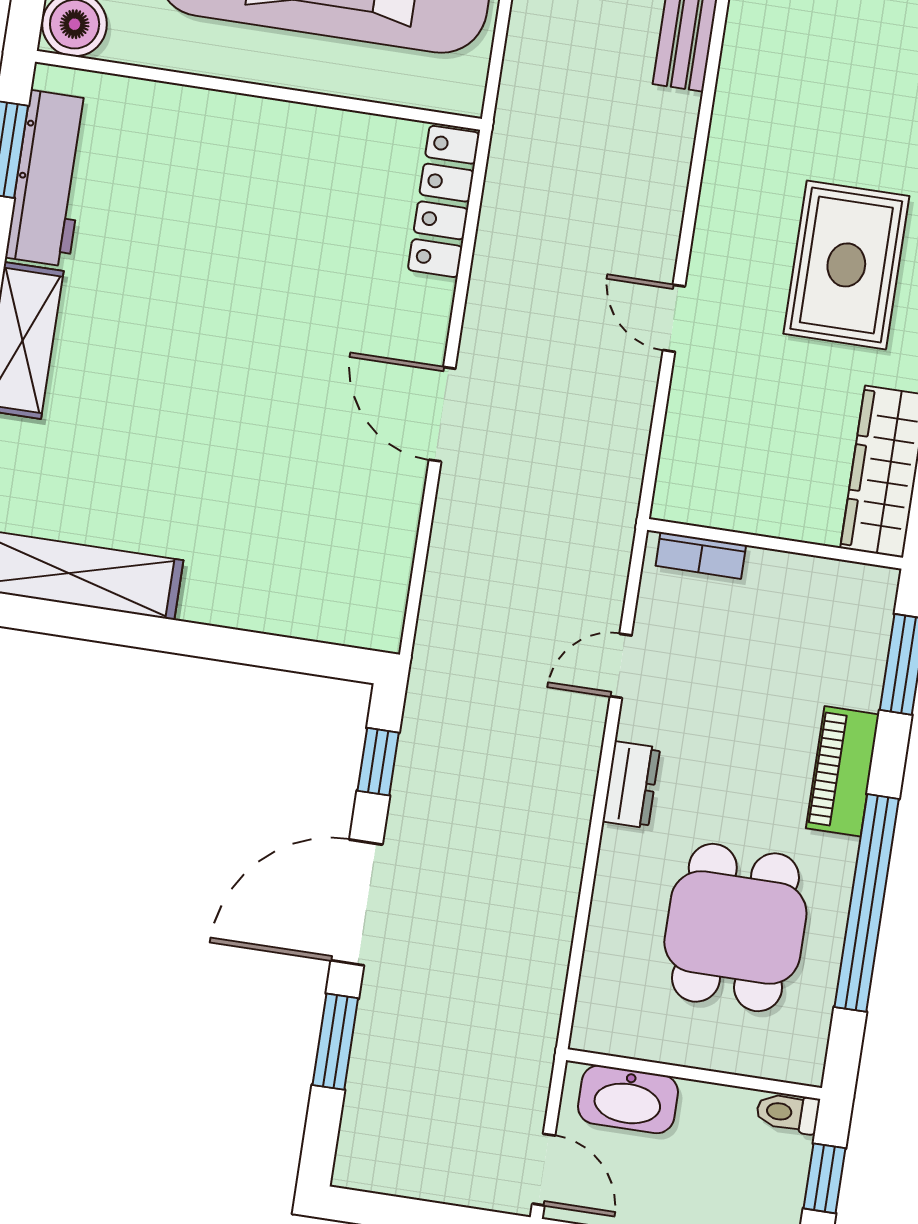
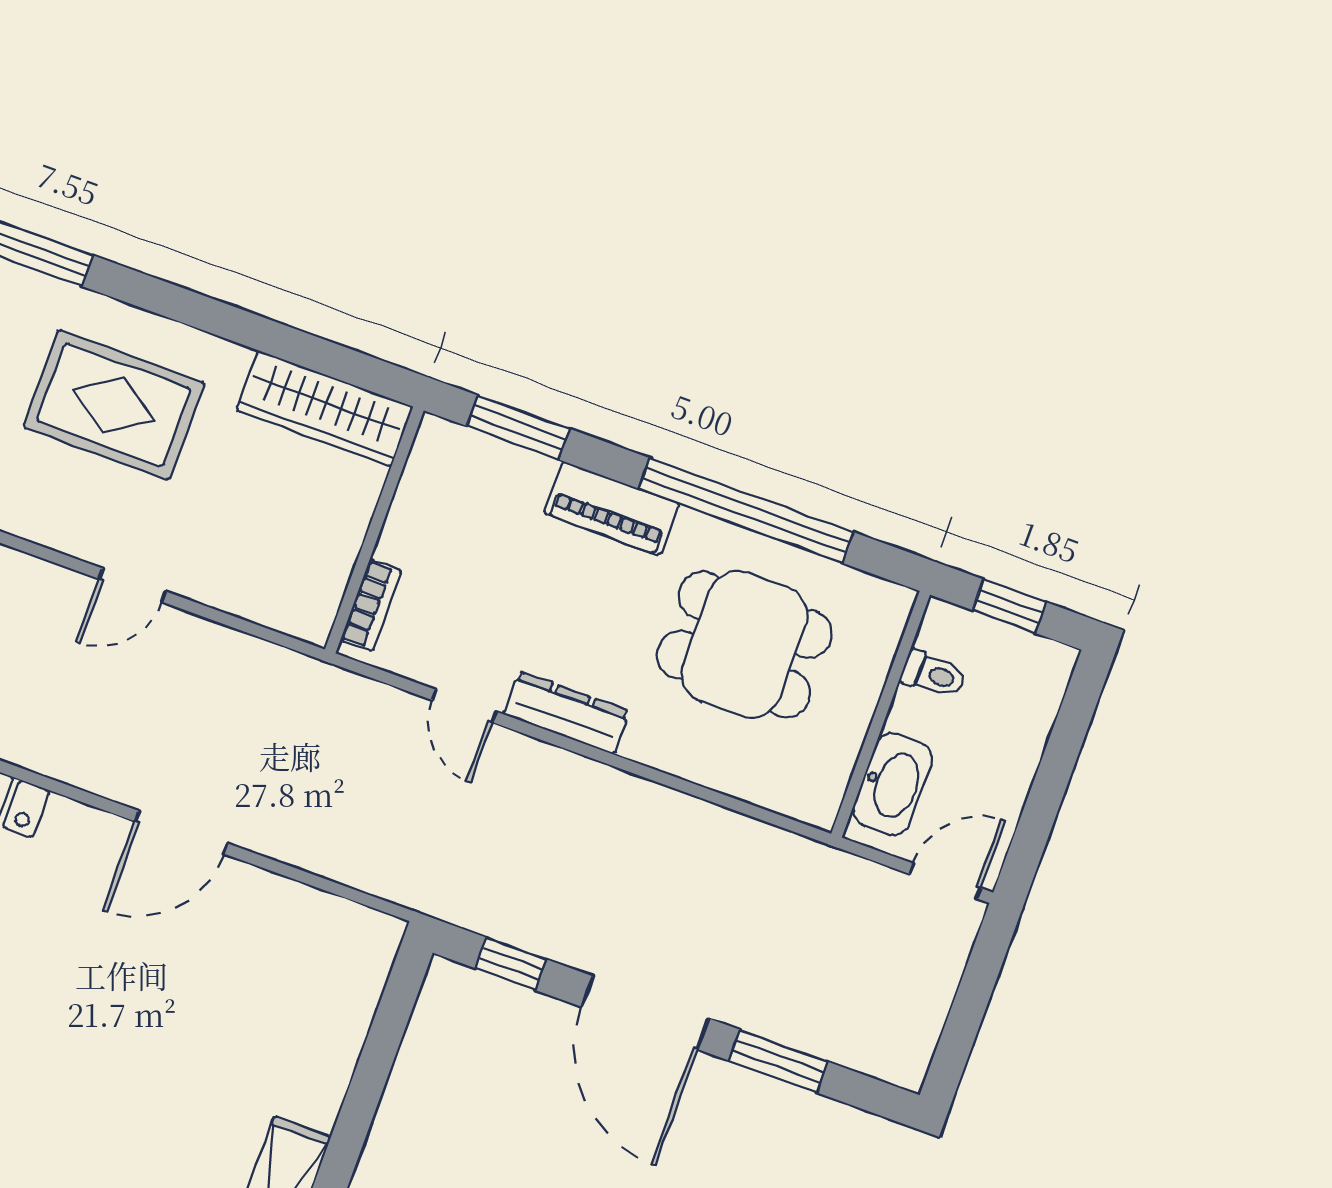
dresser: (631, 785) -> (566, 713), width x1.44
toilet: (788, 1113) -> (933, 674), moved, turned -90

